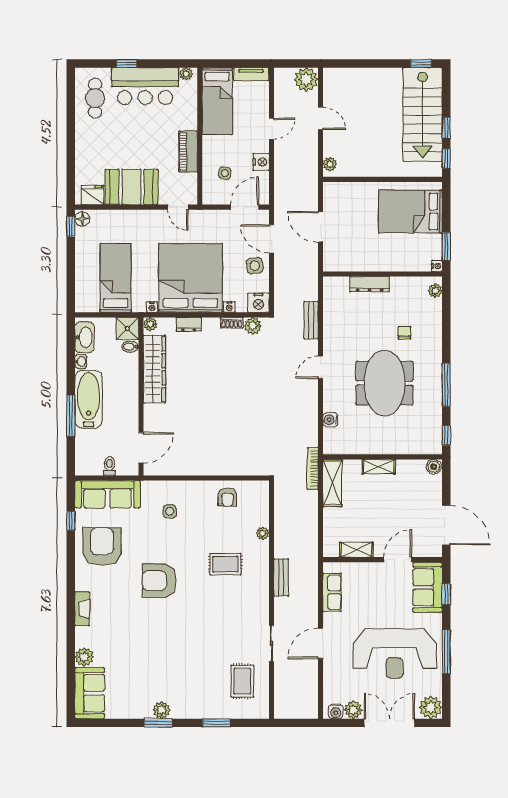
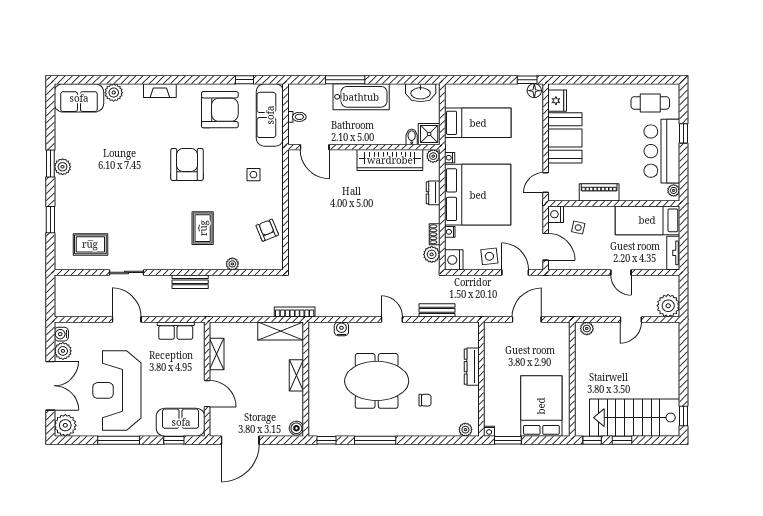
nightstand: (261, 162) -> (556, 214), moved, turned 90
door: (272, 239) -> (515, 272), hinge flipped
washbasin: (81, 362) -> (397, 89), removed
armchair: (227, 497) -> (267, 230), turned 68

